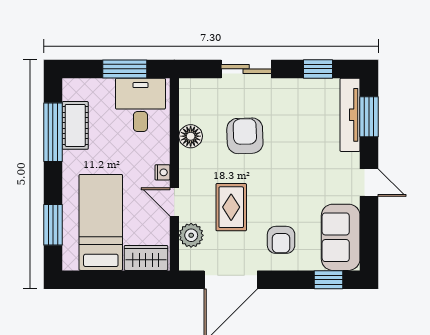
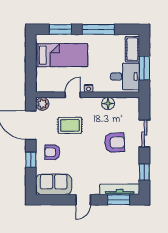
cot: (75, 125) -> (132, 49), moved, turned 90
window: (53, 132) -> (98, 29), moved
armchair: (245, 136) -> (115, 143), moved
plant: (191, 235) -> (42, 104), moved
wardrobe: (146, 258) -> (43, 79), removed
window: (329, 280) -> (31, 160), moved

